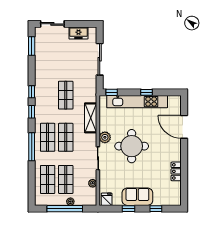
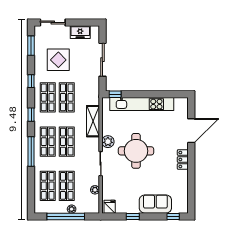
display table: (58, 59) -> (58, 60), added
window: (32, 92) -> (31, 81), moved
window: (146, 92) -> (152, 94), removed
shop shelf: (48, 95) -> (48, 97), added
door: (184, 127) -> (191, 131), swing flipped
locker: (176, 171) -> (183, 160), moved
sofa: (137, 197) -> (155, 204), moved
window: (156, 209) -> (173, 216), moved

